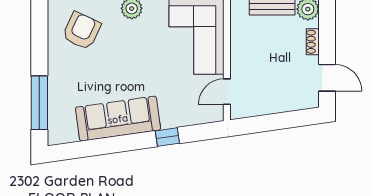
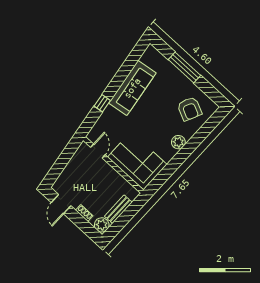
door: (327, 78) -> (61, 204), hinge flipped
window: (39, 103) -> (184, 68), moved

